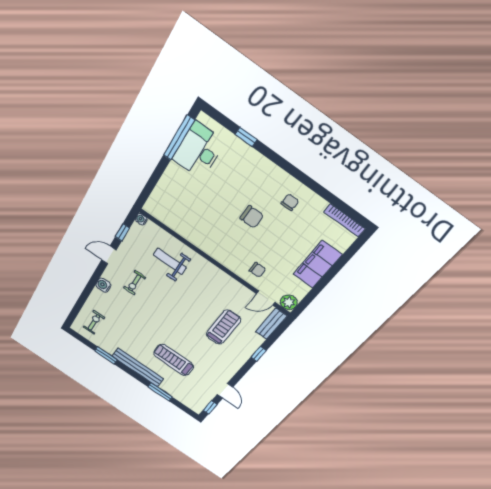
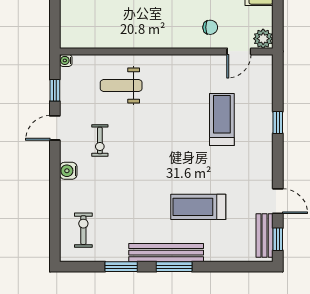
bench: (271, 324) -> (265, 236), moved
window: (160, 392) -> (174, 267), moved

